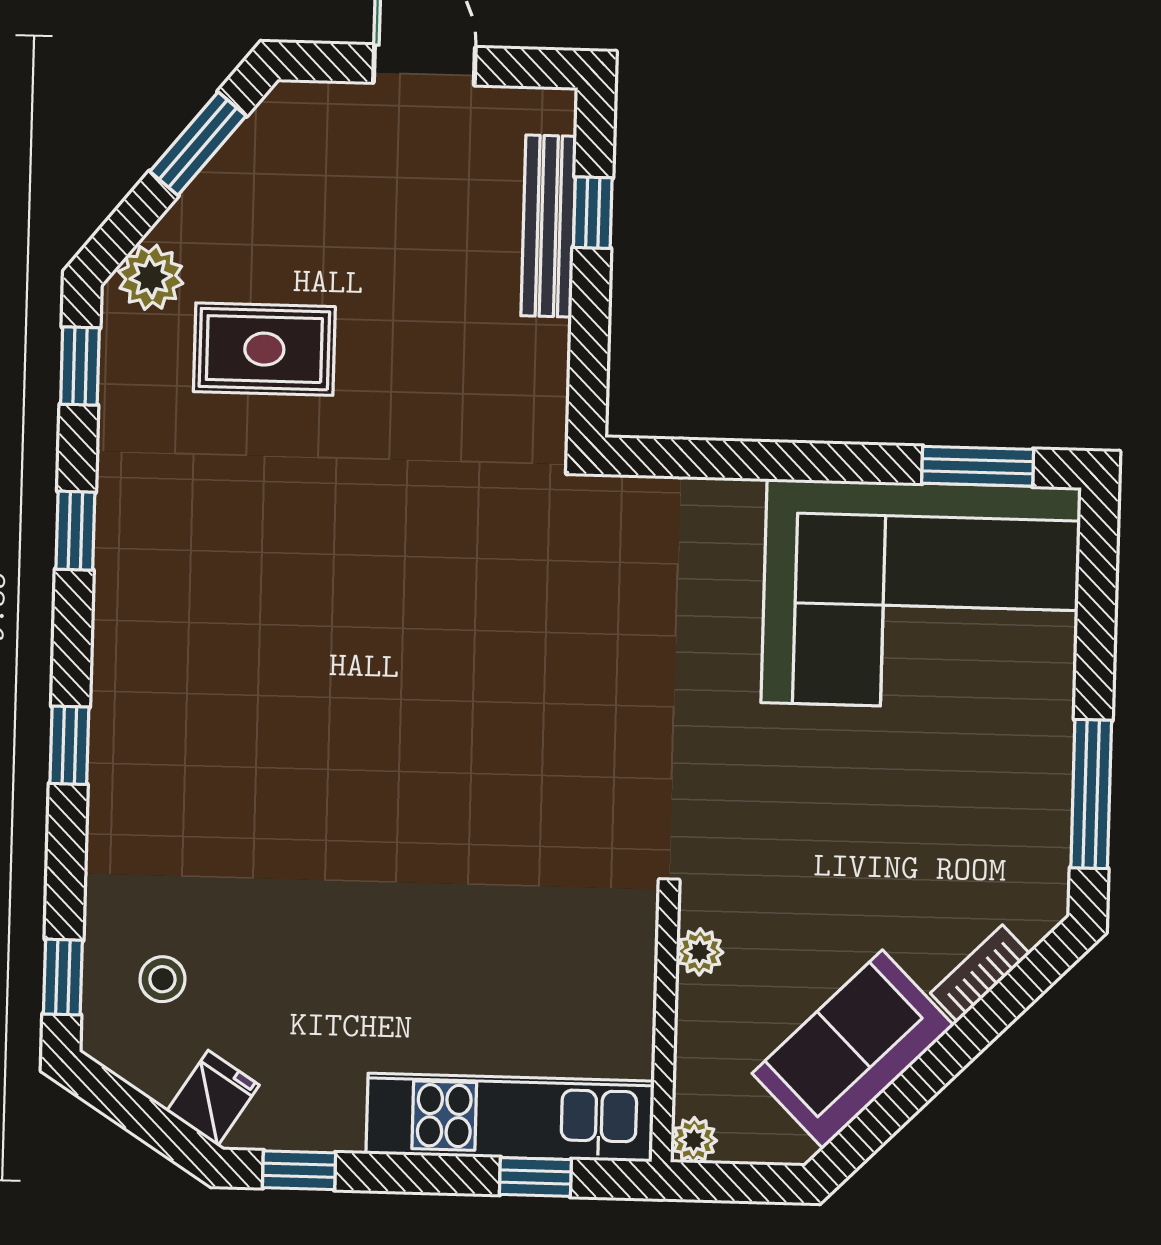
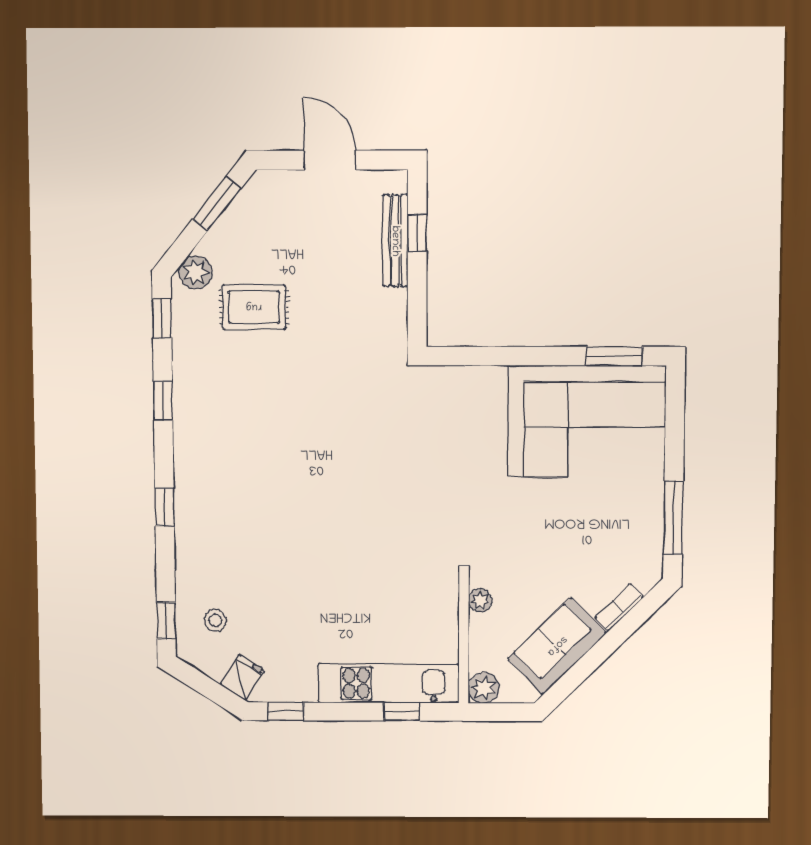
plant: (694, 1140) -> (484, 688), width x1.38, depth x1.38

